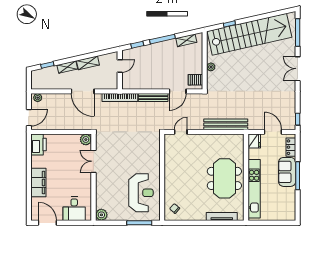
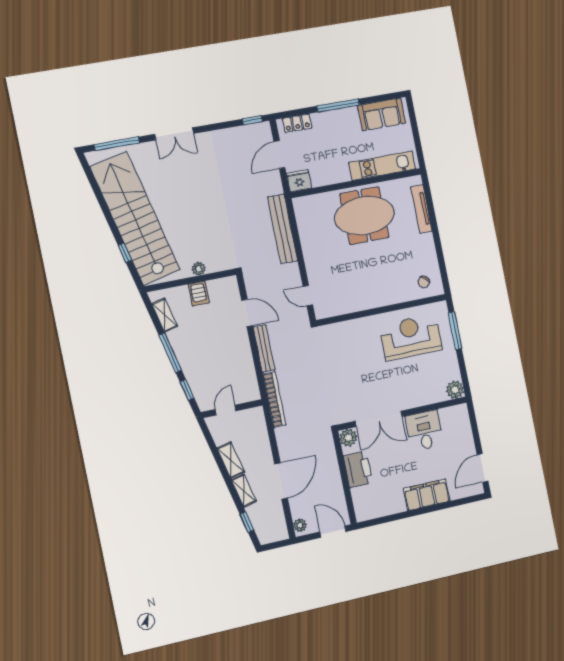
door: (120, 66) -> (226, 410), hinge flipped
server rack: (196, 80) -> (199, 294), moved
door: (83, 91) -> (281, 481), moved
printer: (39, 145) -> (358, 469), moved, turned 90
double door: (93, 161) -> (379, 419), width x1.37
sofa: (287, 172) -> (382, 114), moved
kitchen unit: (254, 189) -> (382, 166), width x0.73
desk: (74, 209) -> (424, 431), moved, turned -90

